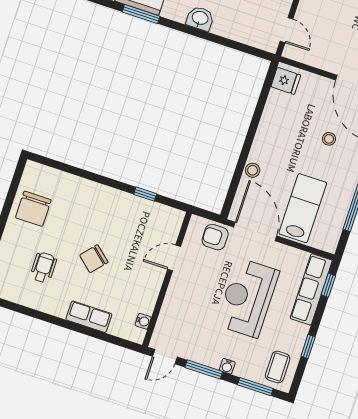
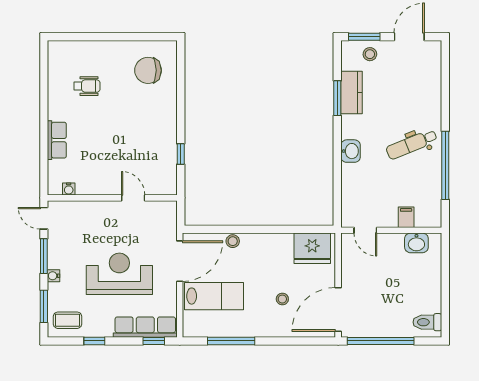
door: (286, 30) -> (365, 230), hinge flipped
fridge: (286, 81) -> (312, 248), width x1.88, depth x1.34
chair: (33, 209) -> (148, 70), moved
armchair: (215, 237) -> (163, 228), removed
chair: (94, 259) -> (109, 128), removed

